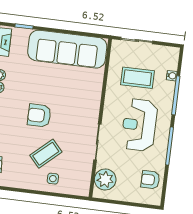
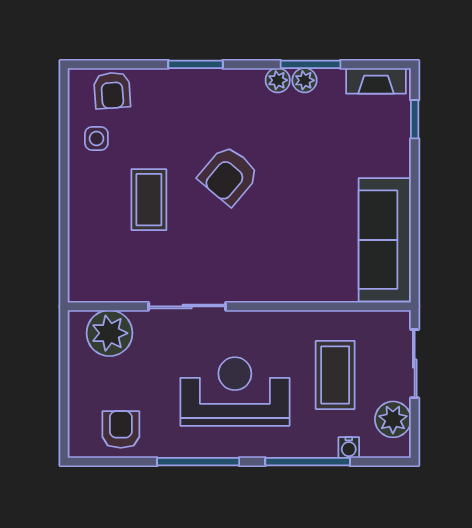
sofa: (67, 49) -> (385, 240), width x0.74, depth x0.79
plant: (161, 54) -> (393, 419), added
armchair: (39, 115) -> (229, 175), turned -140
coffee table: (46, 154) -> (149, 200), turned 42
side table: (53, 179) -> (96, 138), moved

